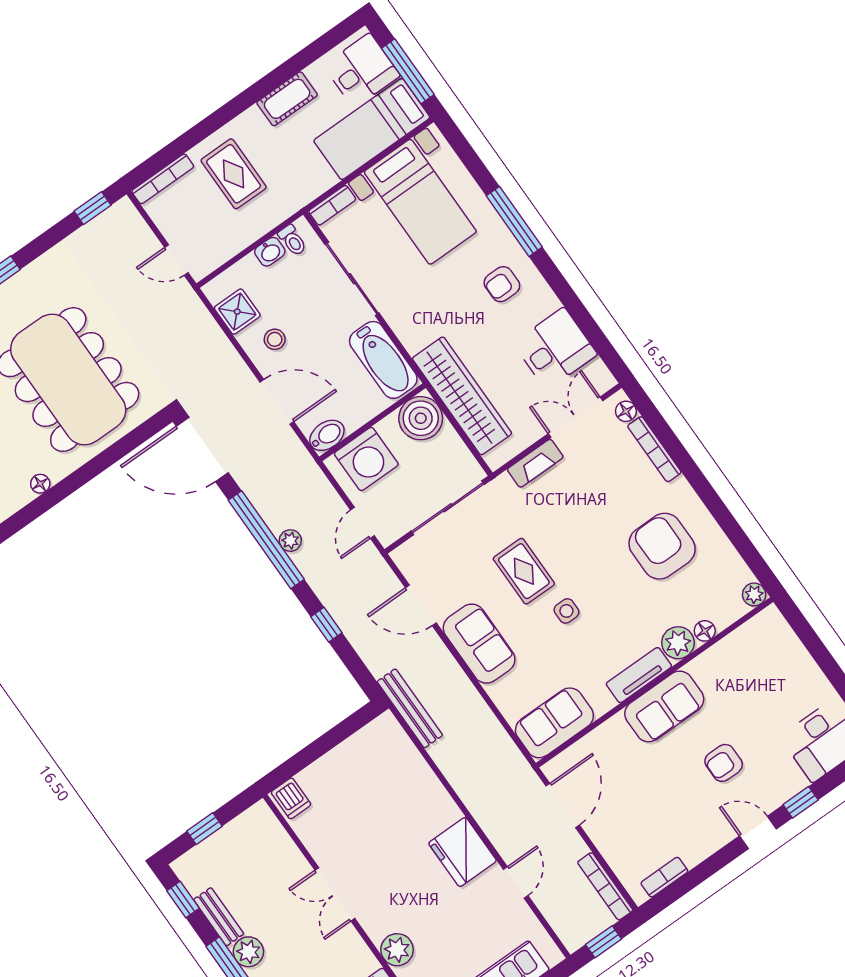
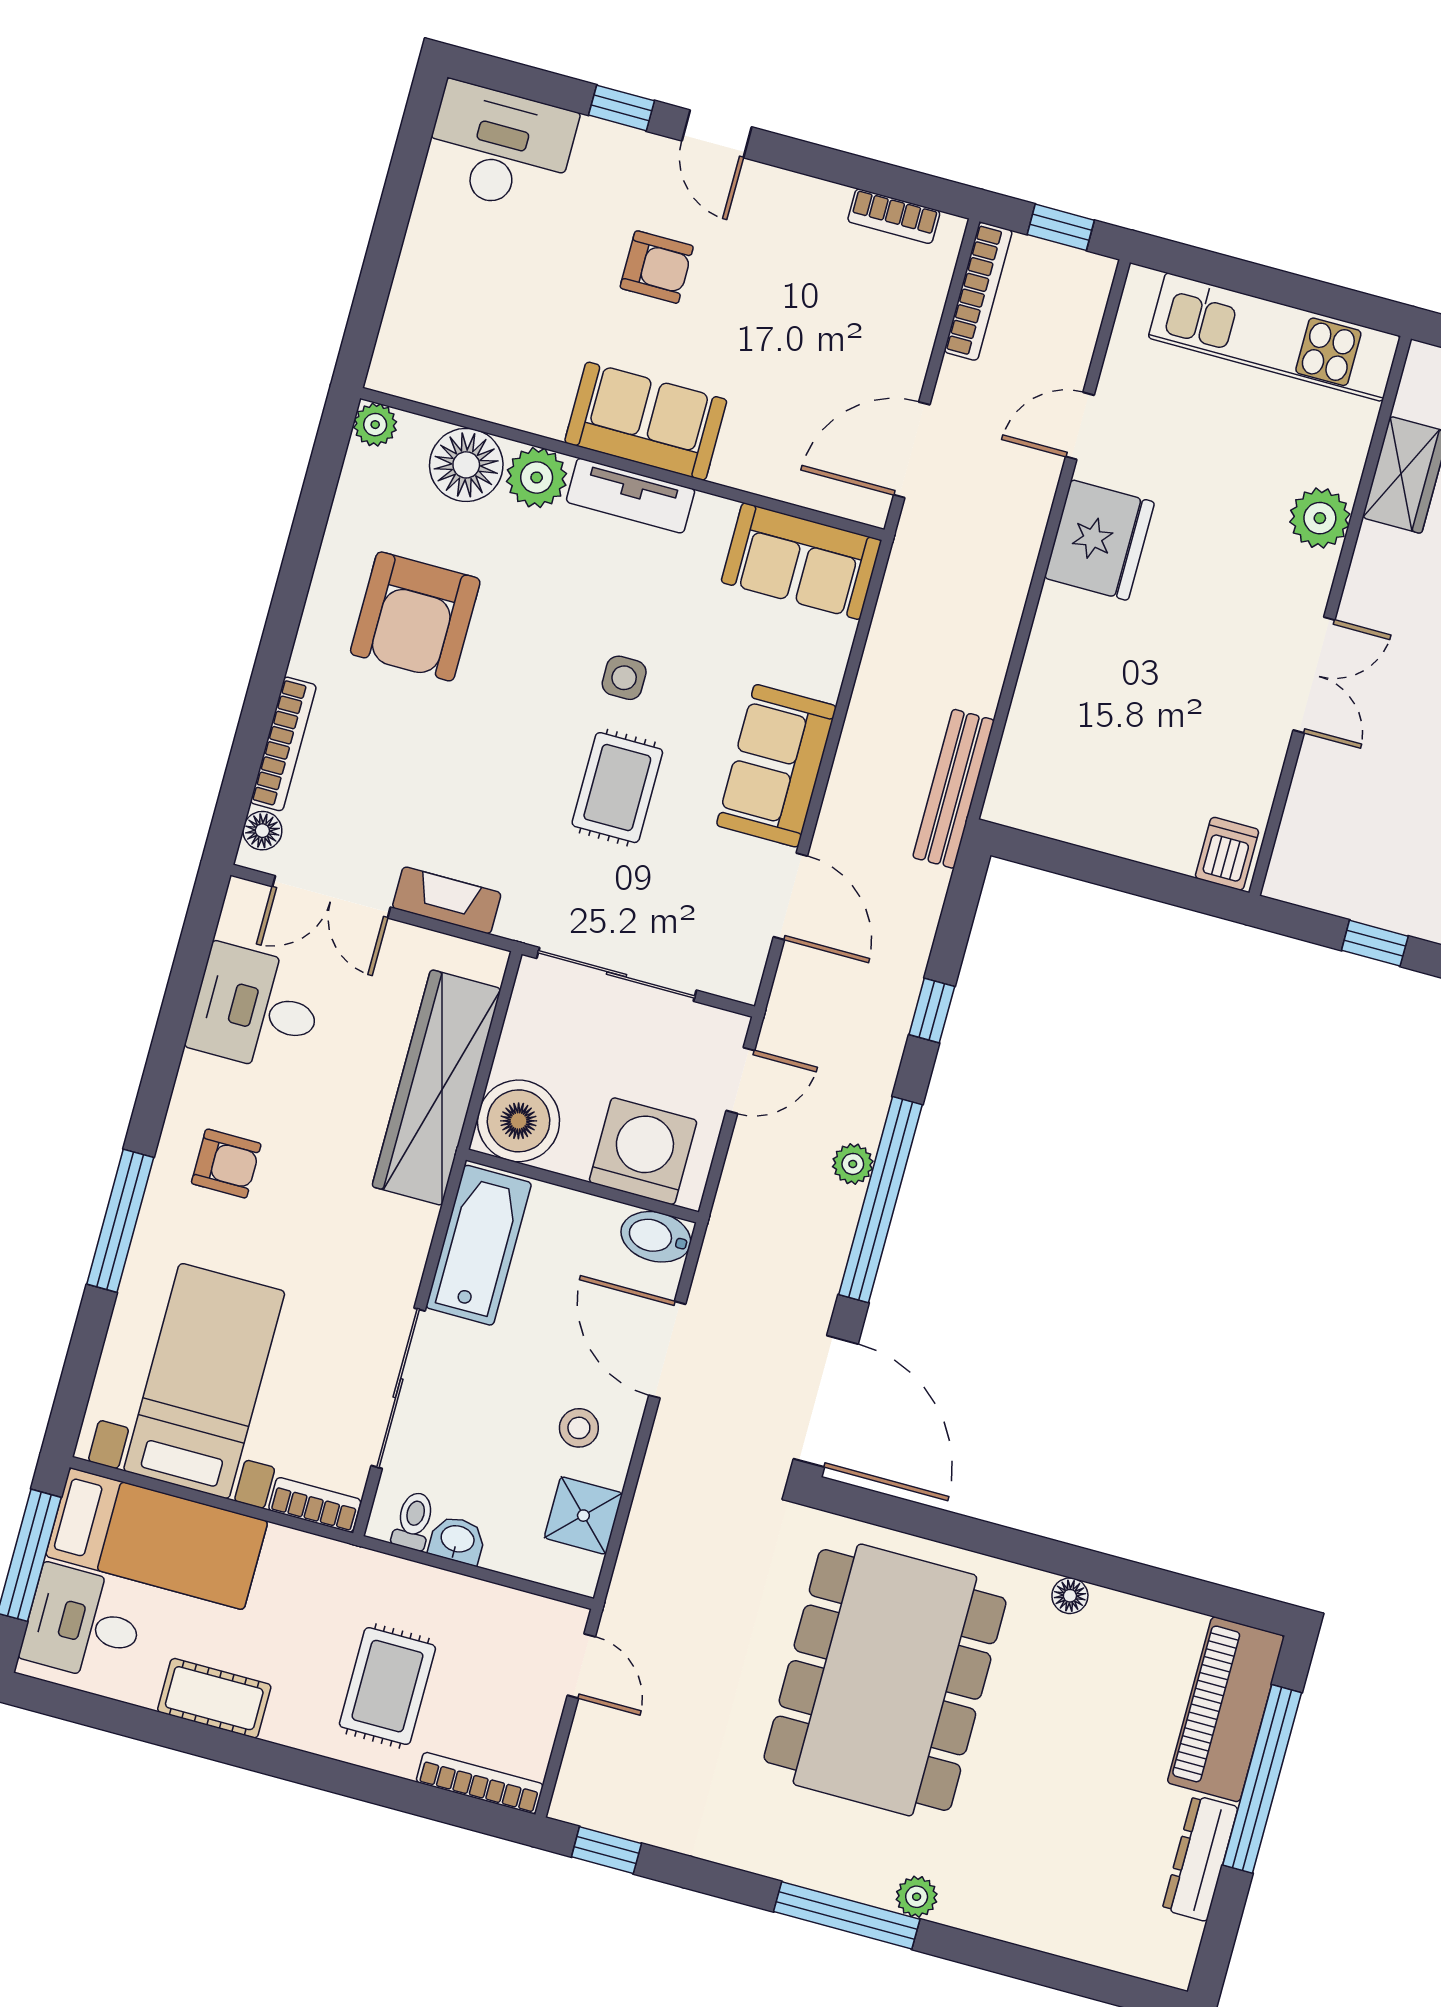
floor lamp: (705, 631) -> (466, 465), width x1.89, depth x1.89

